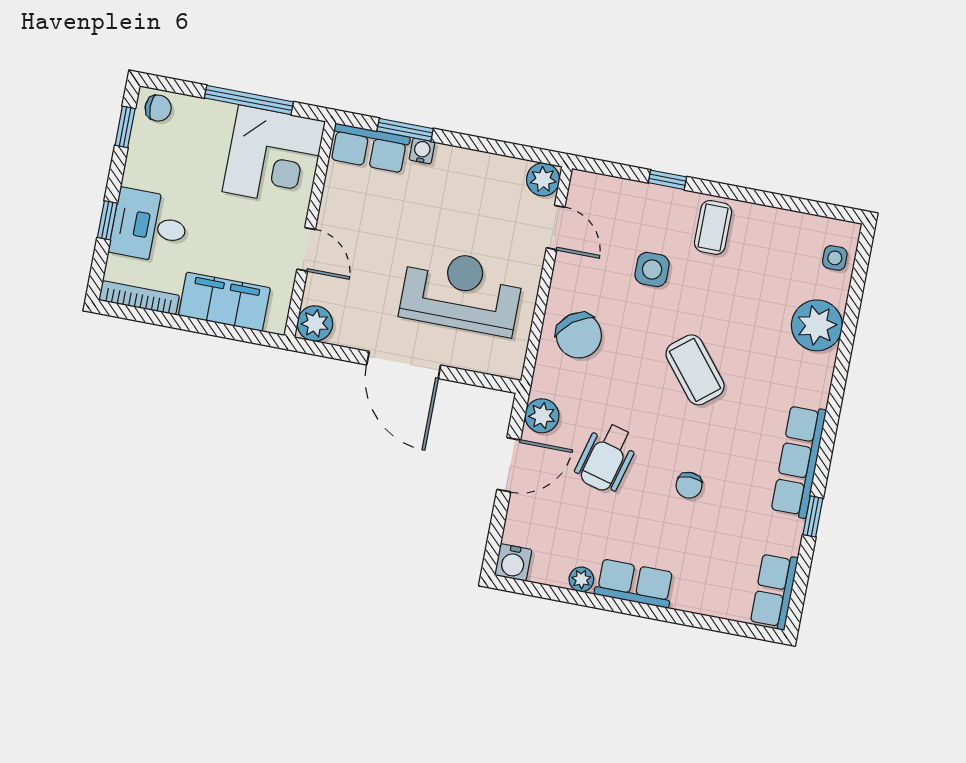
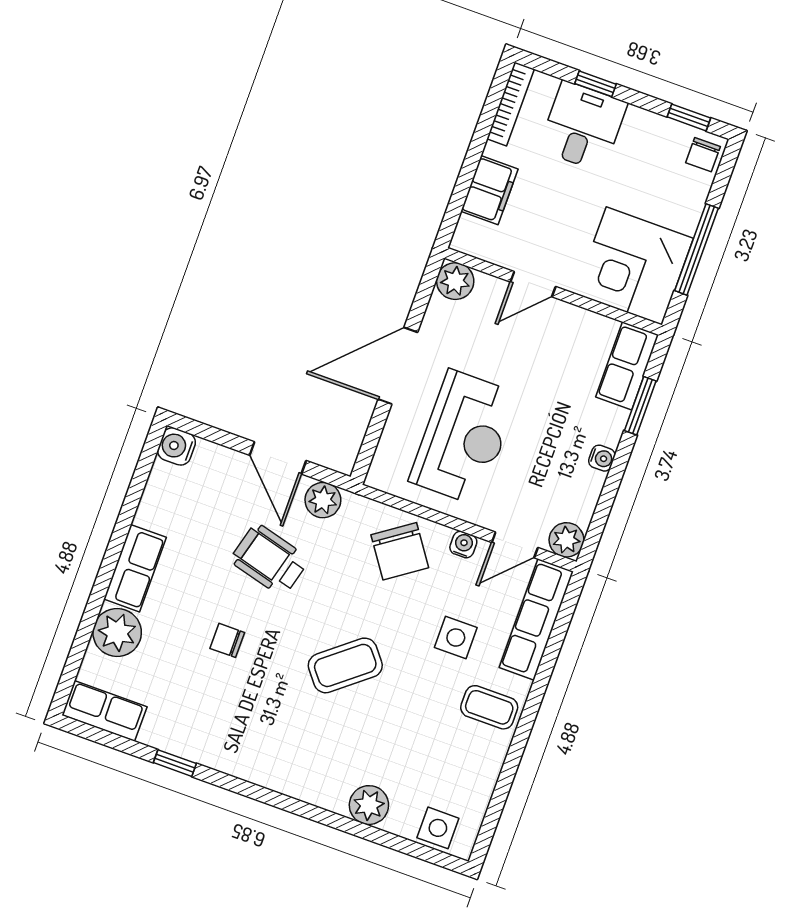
water cooler: (422, 151) -> (602, 458), moved
window: (667, 180) -> (546, 668), removed
side table: (835, 258) -> (438, 828), width x1.37, depth x1.37
water cooler: (563, 276) -> (463, 545), added
filing cabinet: (224, 302) -> (489, 190), width x0.67, depth x0.86
plant: (817, 325) -> (369, 805), width x0.73, depth x0.73
chair: (579, 335) -> (400, 551), turned -88
row of seats: (799, 461) -> (536, 620), moved, turned -90
plant: (581, 579) -> (117, 633), moved, width x1.88, depth x1.88

